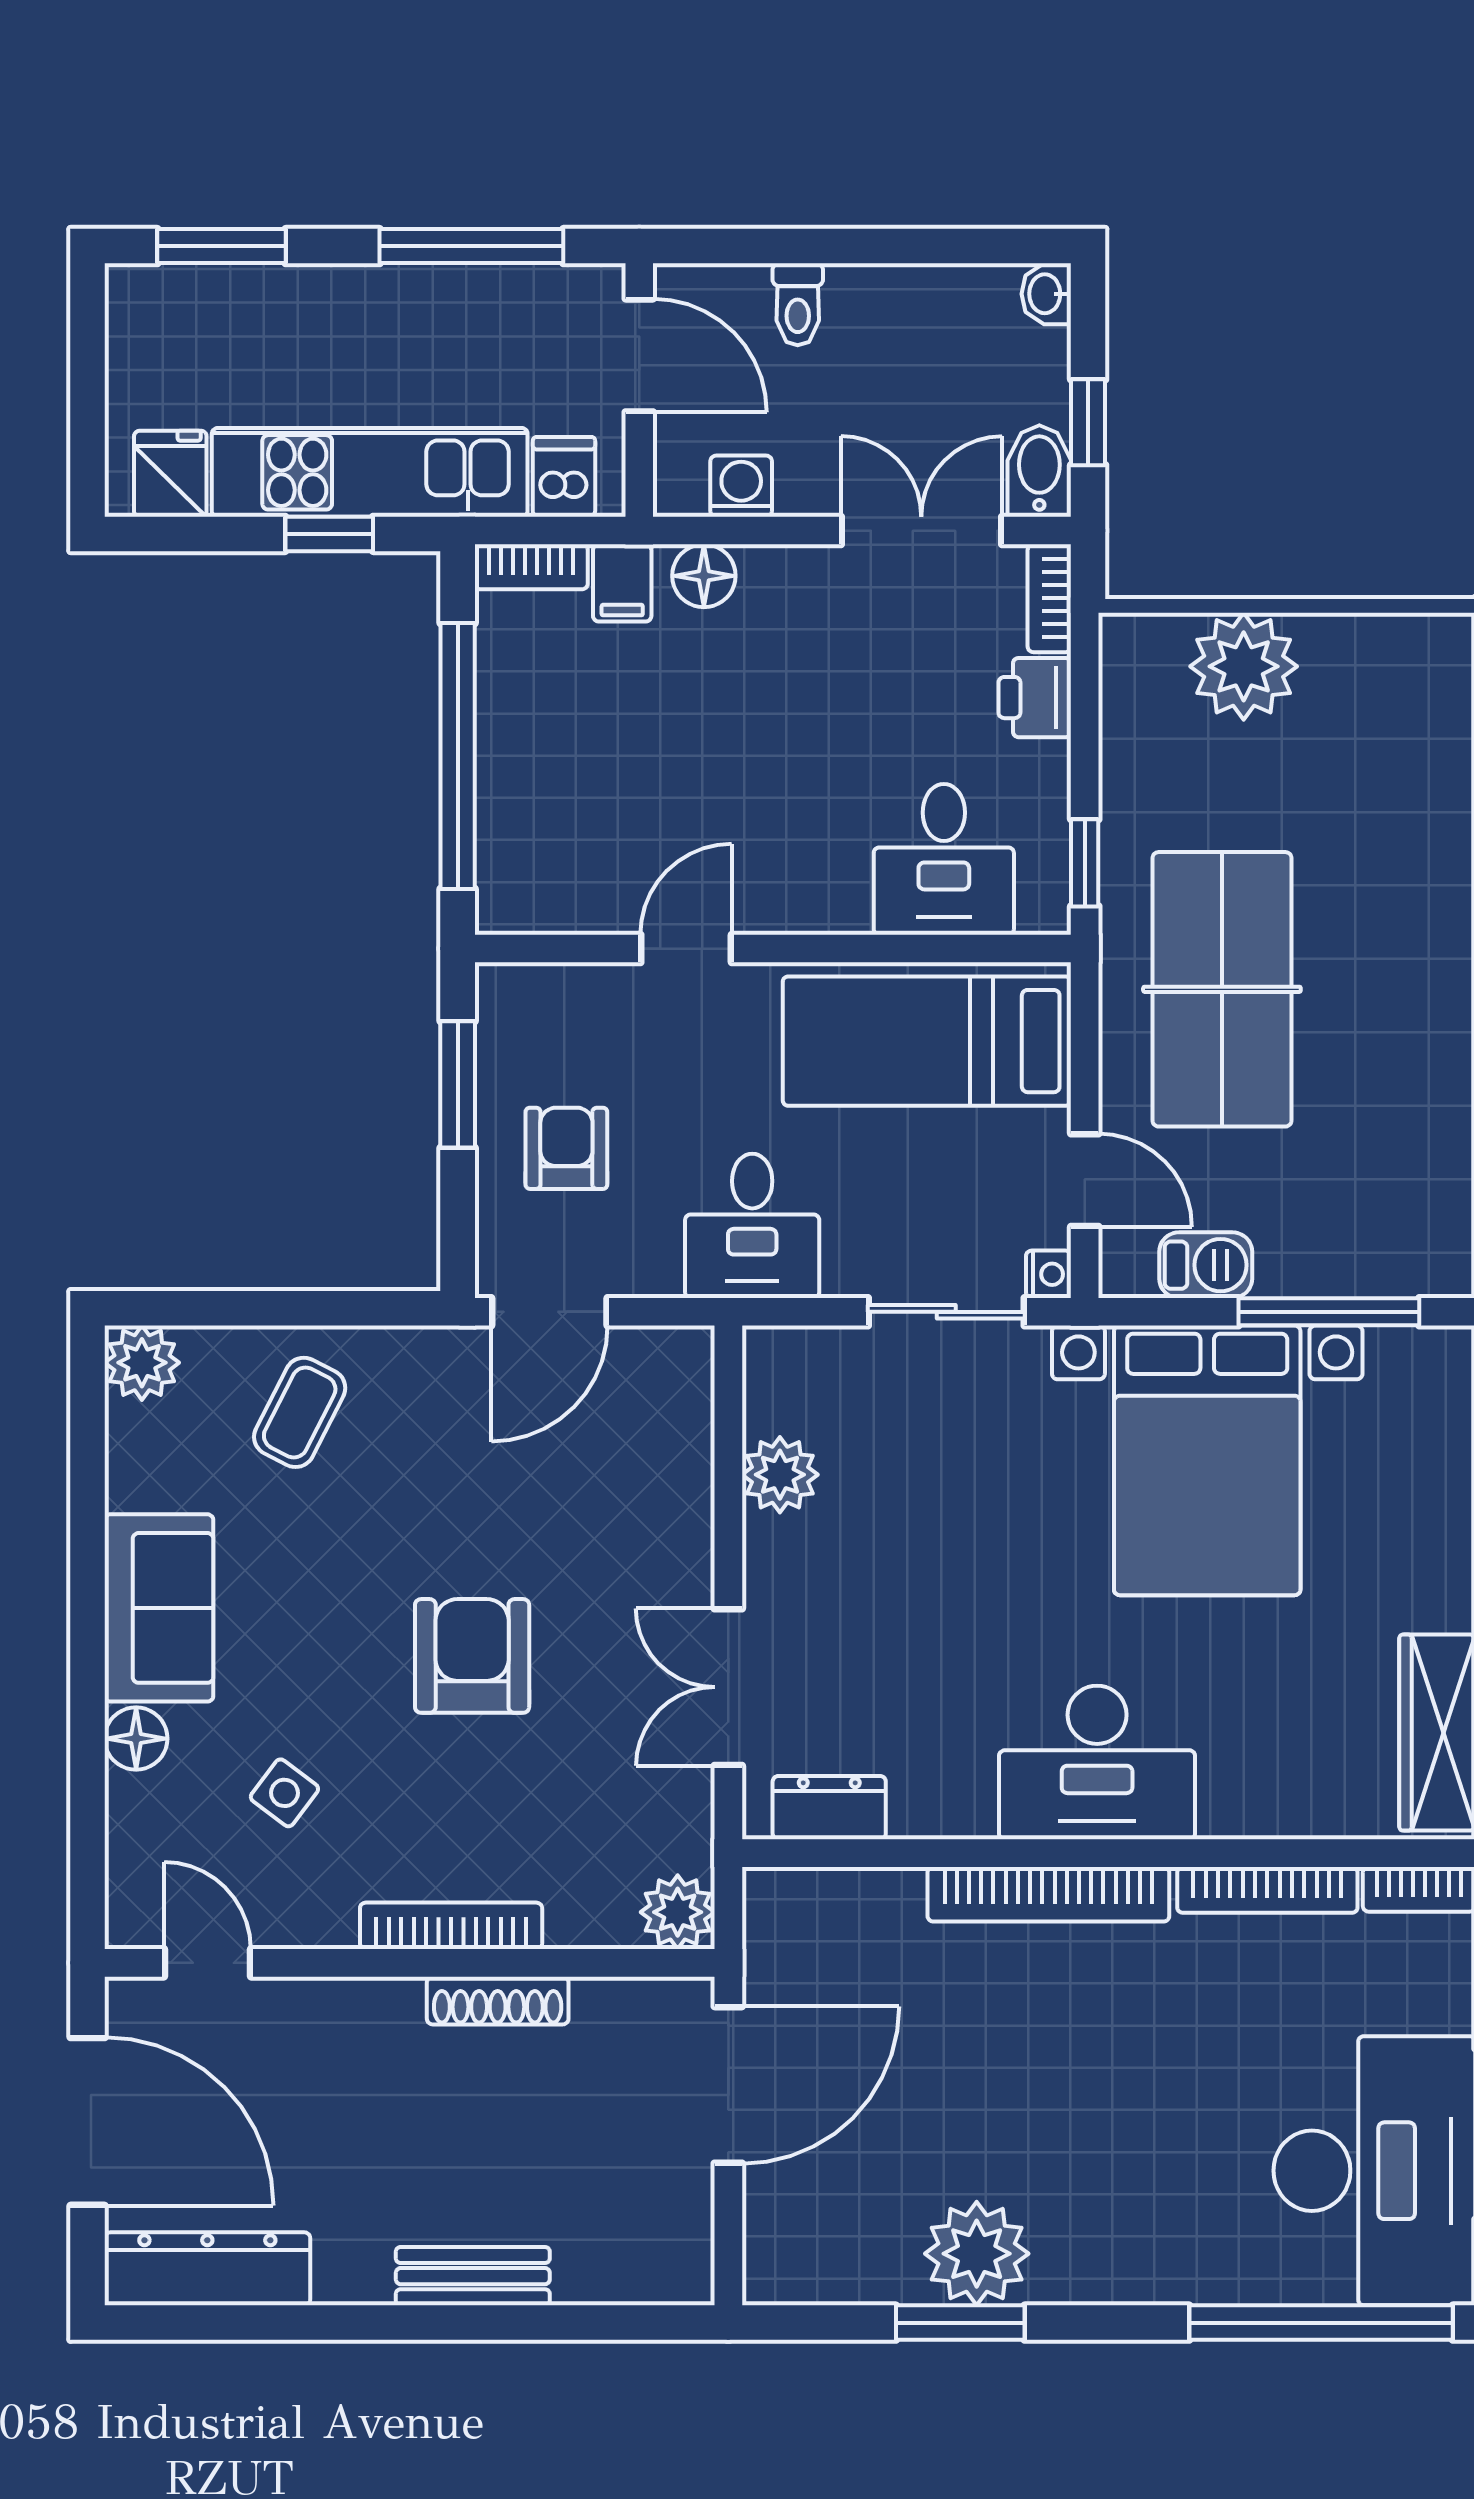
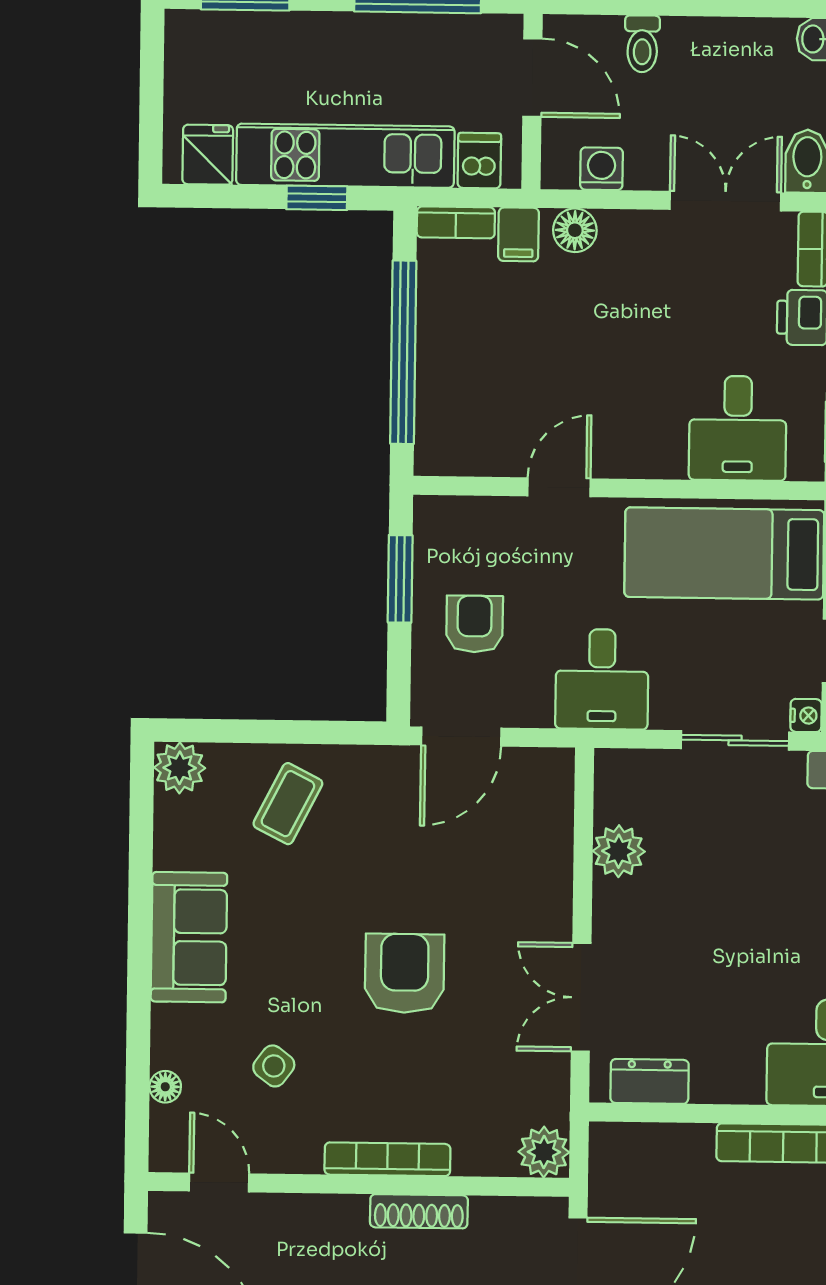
floor lamp: (136, 1739) -> (165, 1087), moved, width x0.73, depth x0.73

